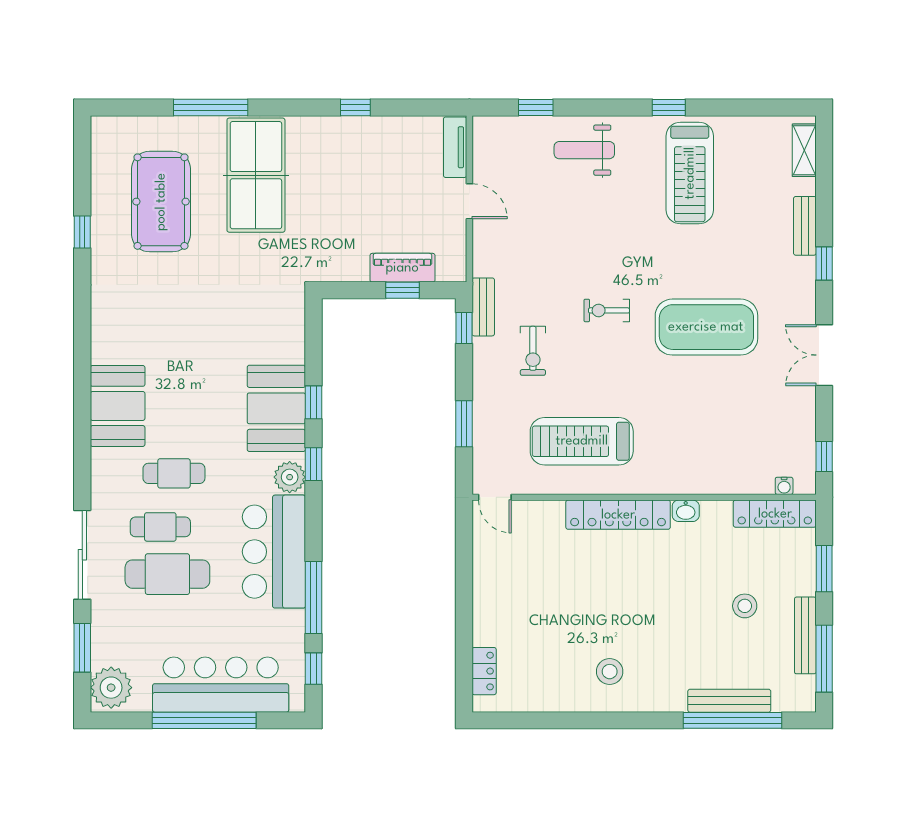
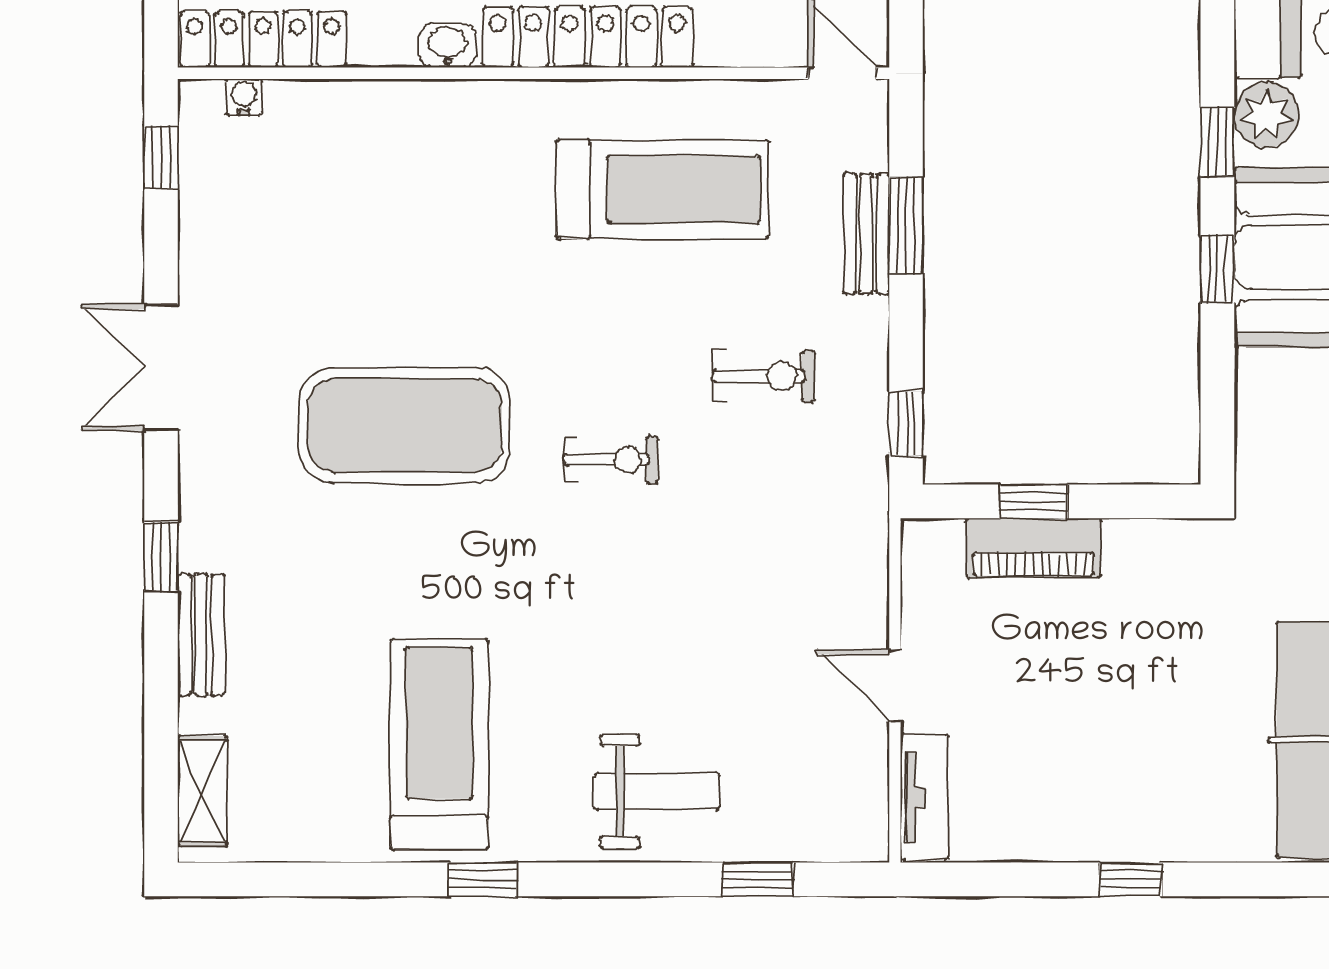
bench: (483, 307) -> (866, 234), moved
exercise bike: (533, 351) -> (764, 376), turned 90
double door: (824, 355) -> (161, 367), swing flipped

